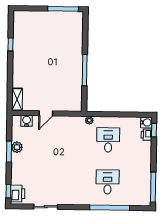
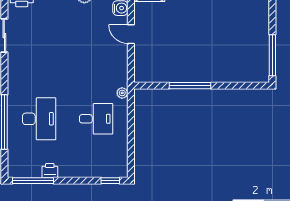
water cooler: (146, 122) -> (120, 170), removed
printer: (146, 135) -> (50, 170), moved
desk: (108, 182) -> (39, 119), width x1.37

